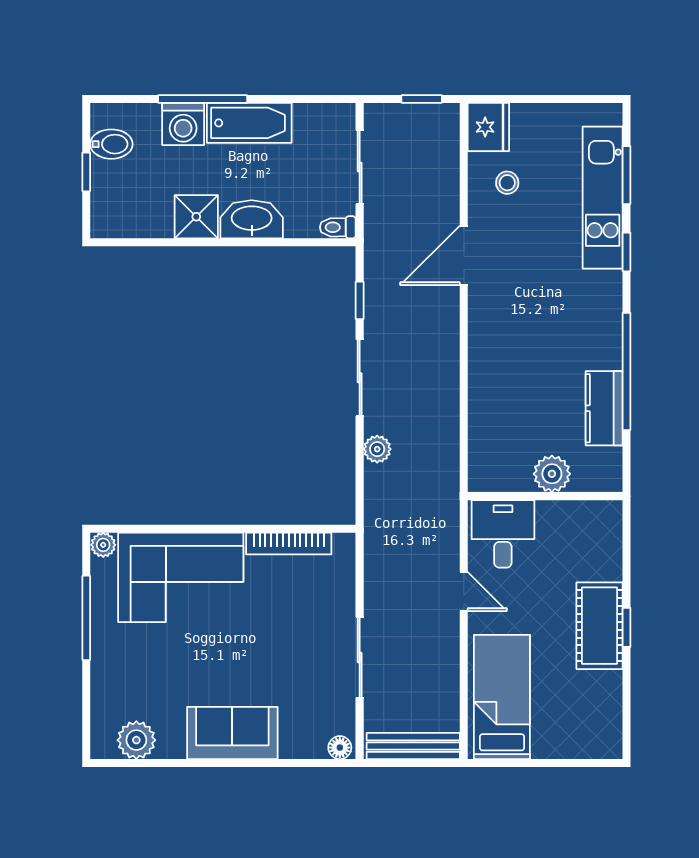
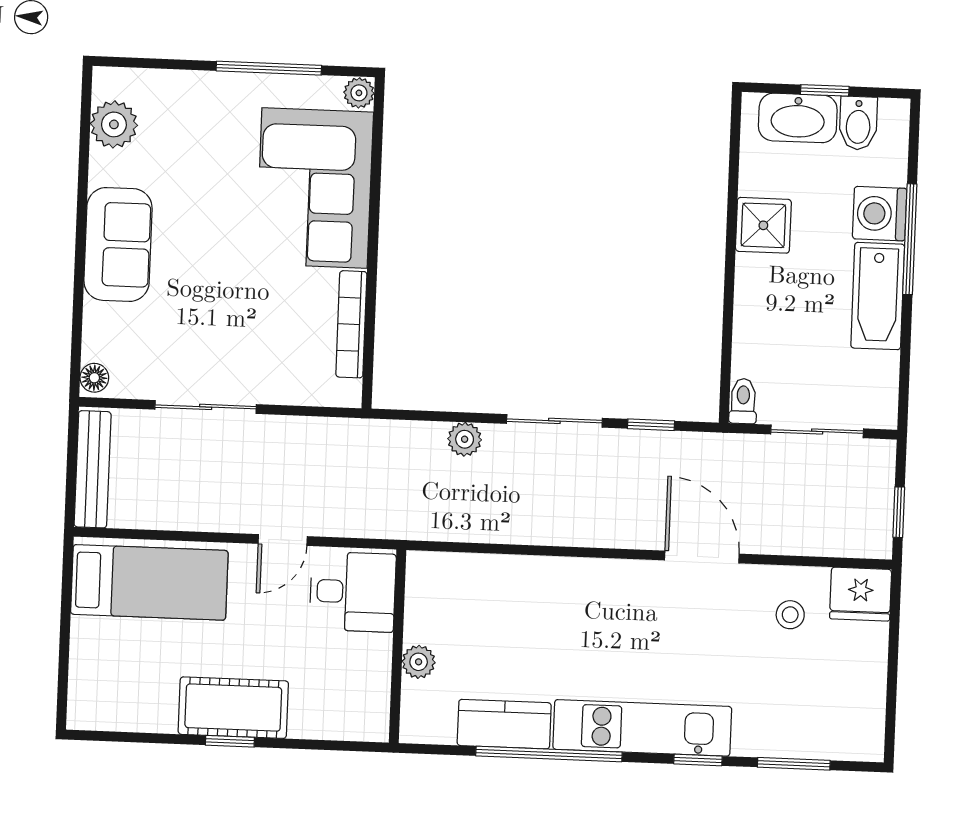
kitchen unit: (603, 198) -> (642, 728), moved
washbasin: (252, 219) -> (798, 118), moved, turned 90
plant: (552, 474) -> (419, 662), width x0.73, depth x0.73

